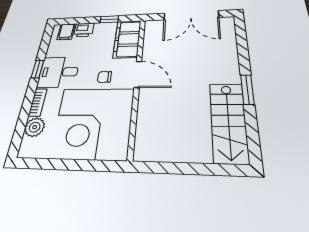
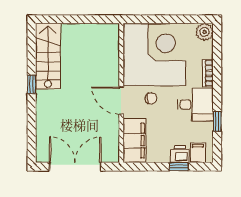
window: (109, 19) -> (179, 167), moved
window: (37, 69) -> (217, 122), moved
window: (247, 89) -> (32, 84), width x0.67
plant: (35, 127) -> (204, 32), moved

